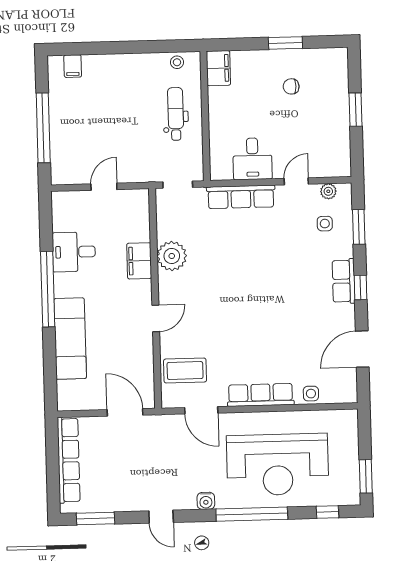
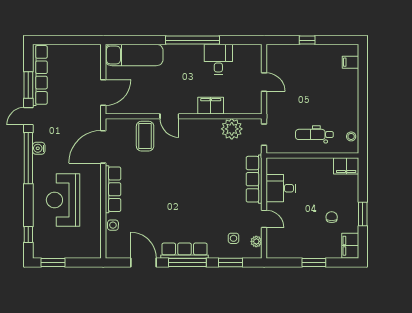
filing cabinet: (331, 59) -> (350, 246), added
dental chair: (176, 114) -> (314, 134), turned 180
window: (43, 128) -> (307, 40), width x0.32
plant: (172, 256) -> (232, 129), moved
row of seats: (344, 281) -> (185, 251), width x1.48
window: (361, 287) -> (187, 262), width x2.17
exam couch: (70, 339) -> (134, 55), moved
coffee table: (185, 371) -> (145, 136), moved
door: (201, 410) -> (103, 147), width x1.36
row of seats: (69, 460) -> (40, 75), moved, turned -90
reception desk: (278, 465) -> (63, 200), width x0.74, depth x0.77
window: (252, 514) -> (28, 158), moved
window: (96, 518) -> (28, 85), moved

